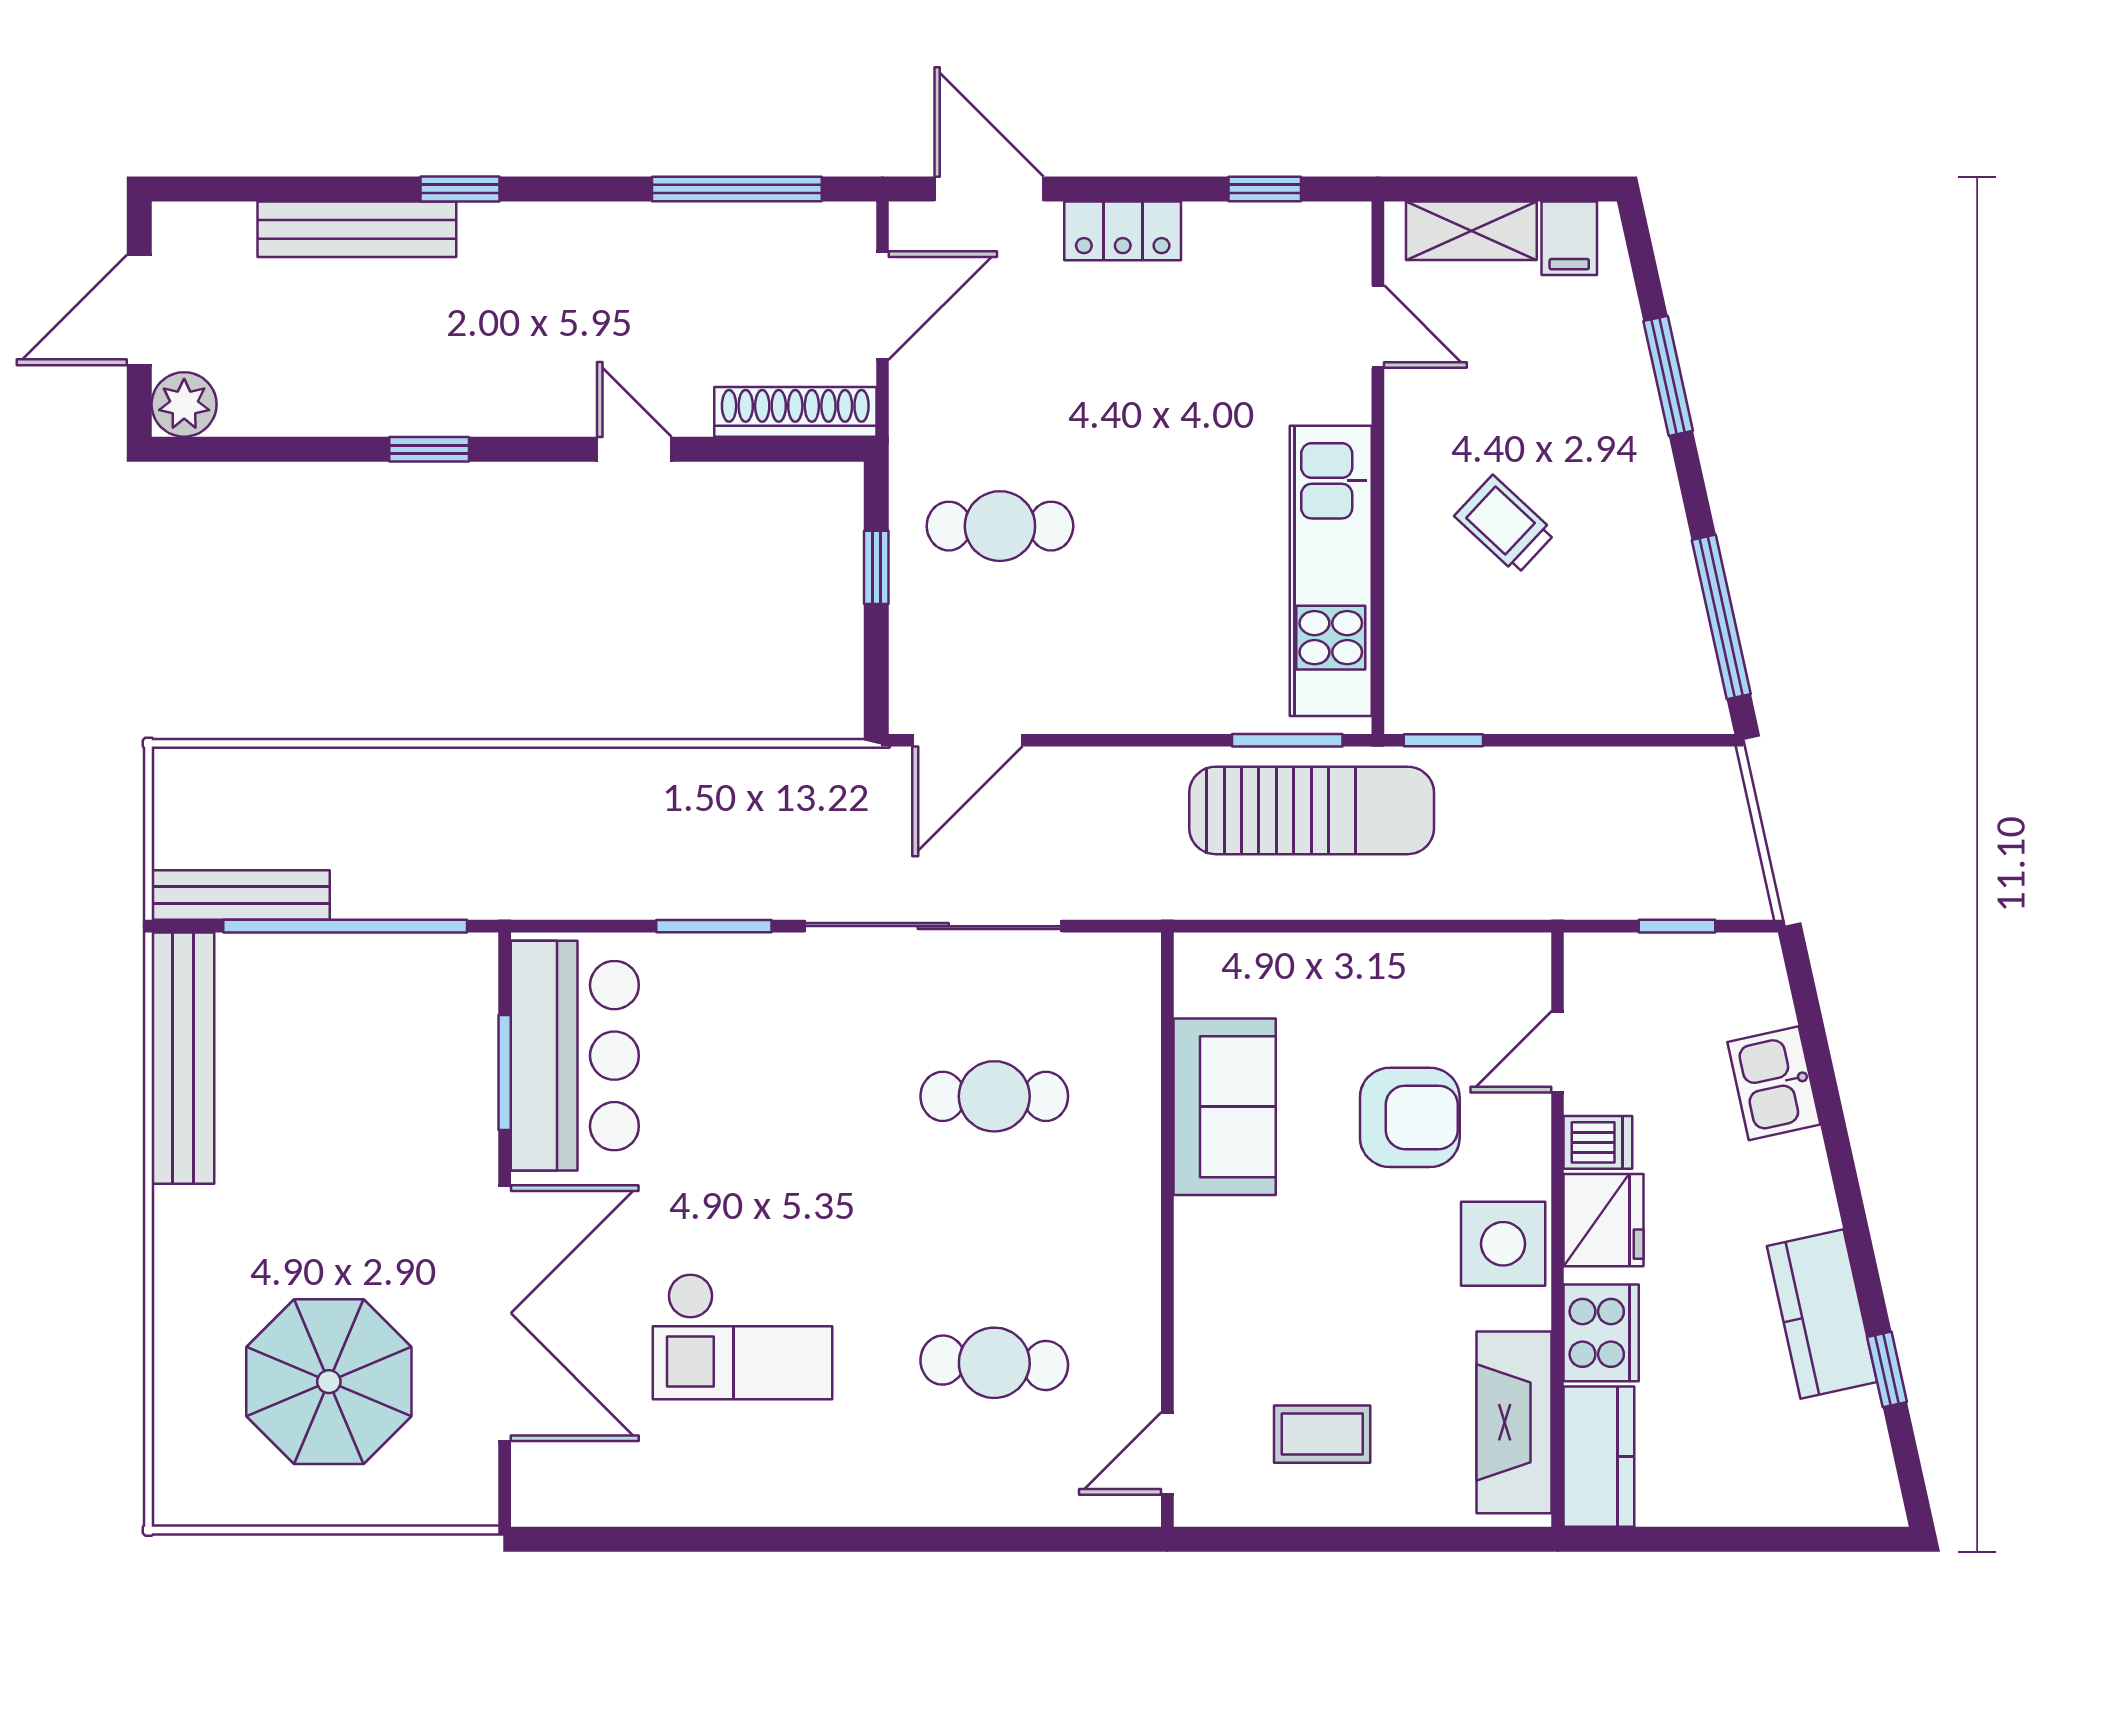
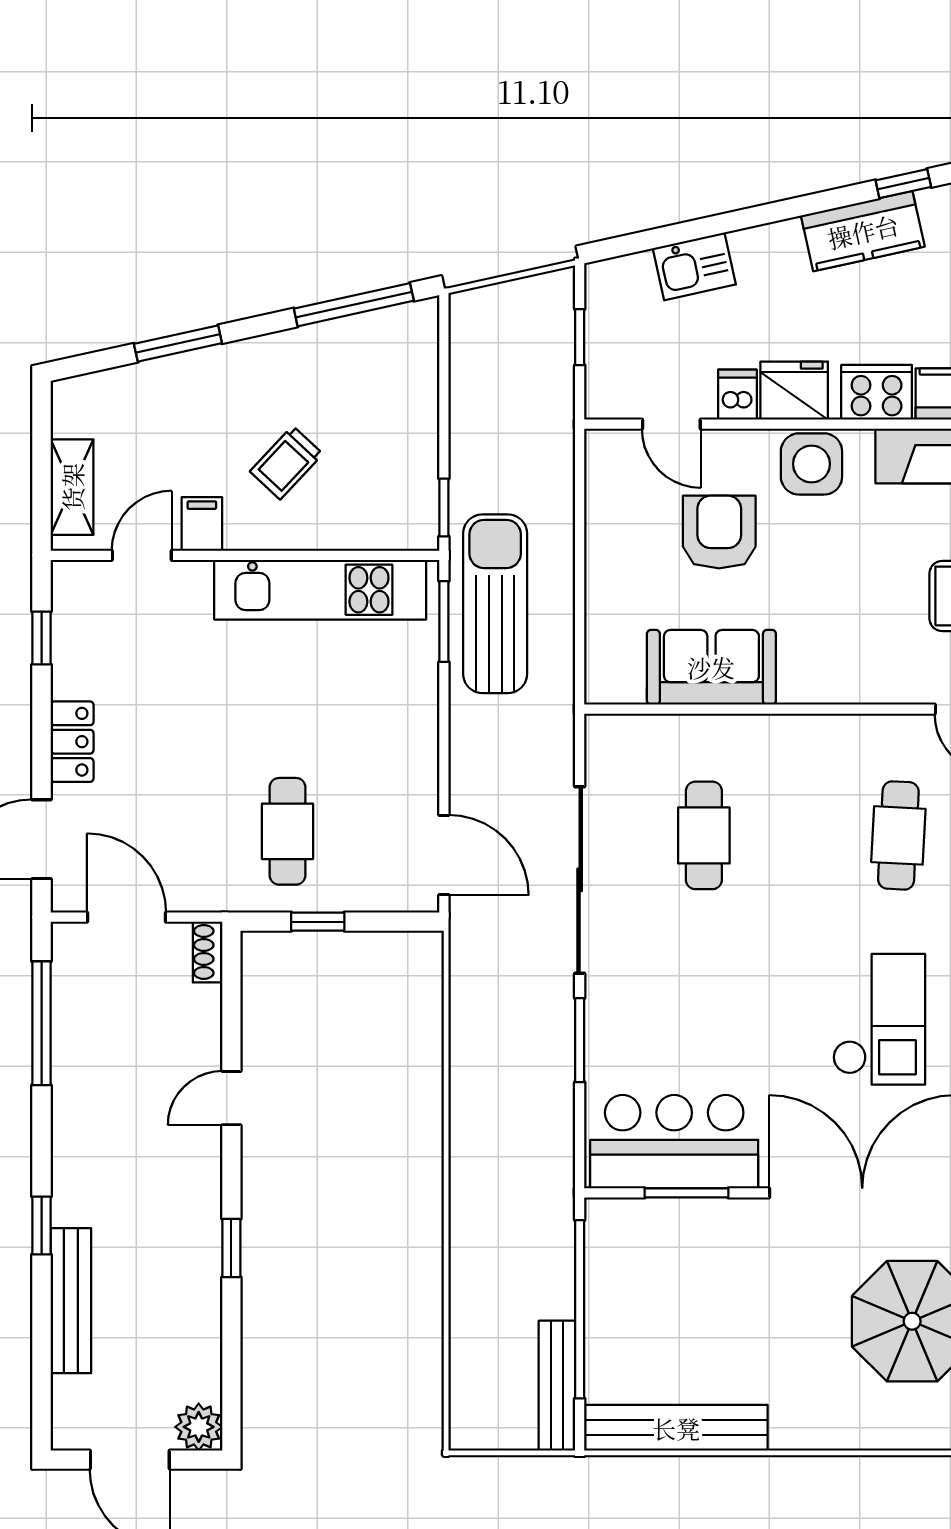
filing cabinet: (1569, 238) -> (202, 524), moved, turned -90
shoe rack: (795, 412) -> (208, 952), width x0.51, depth x0.81

